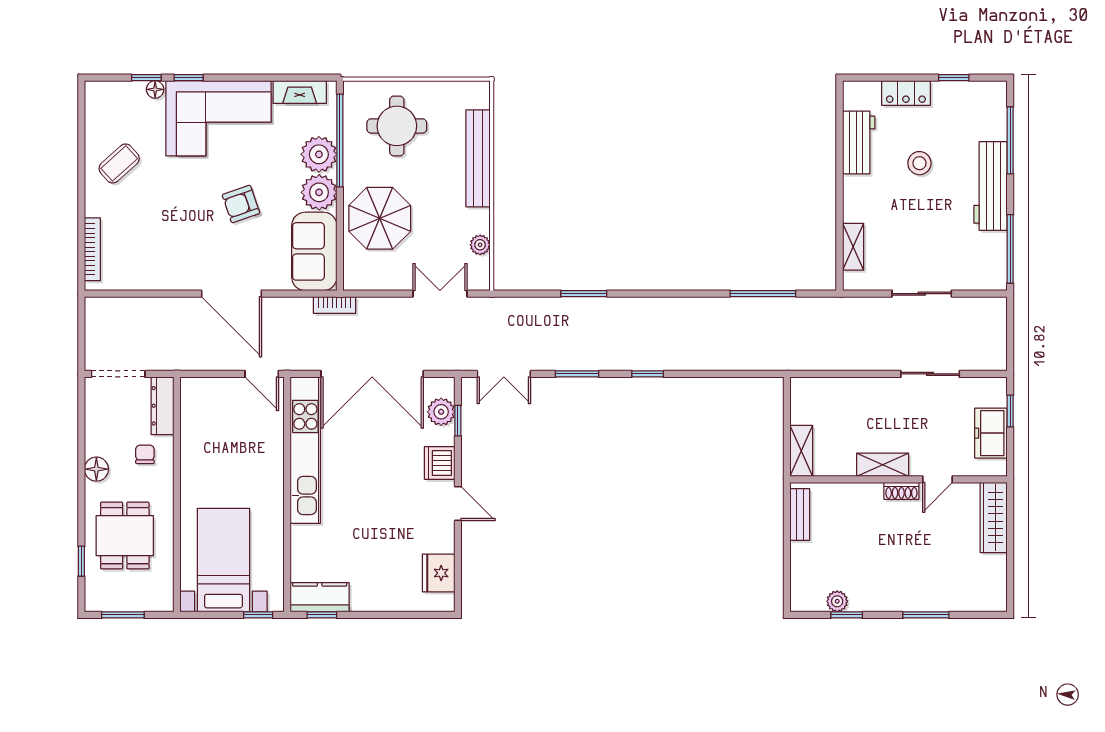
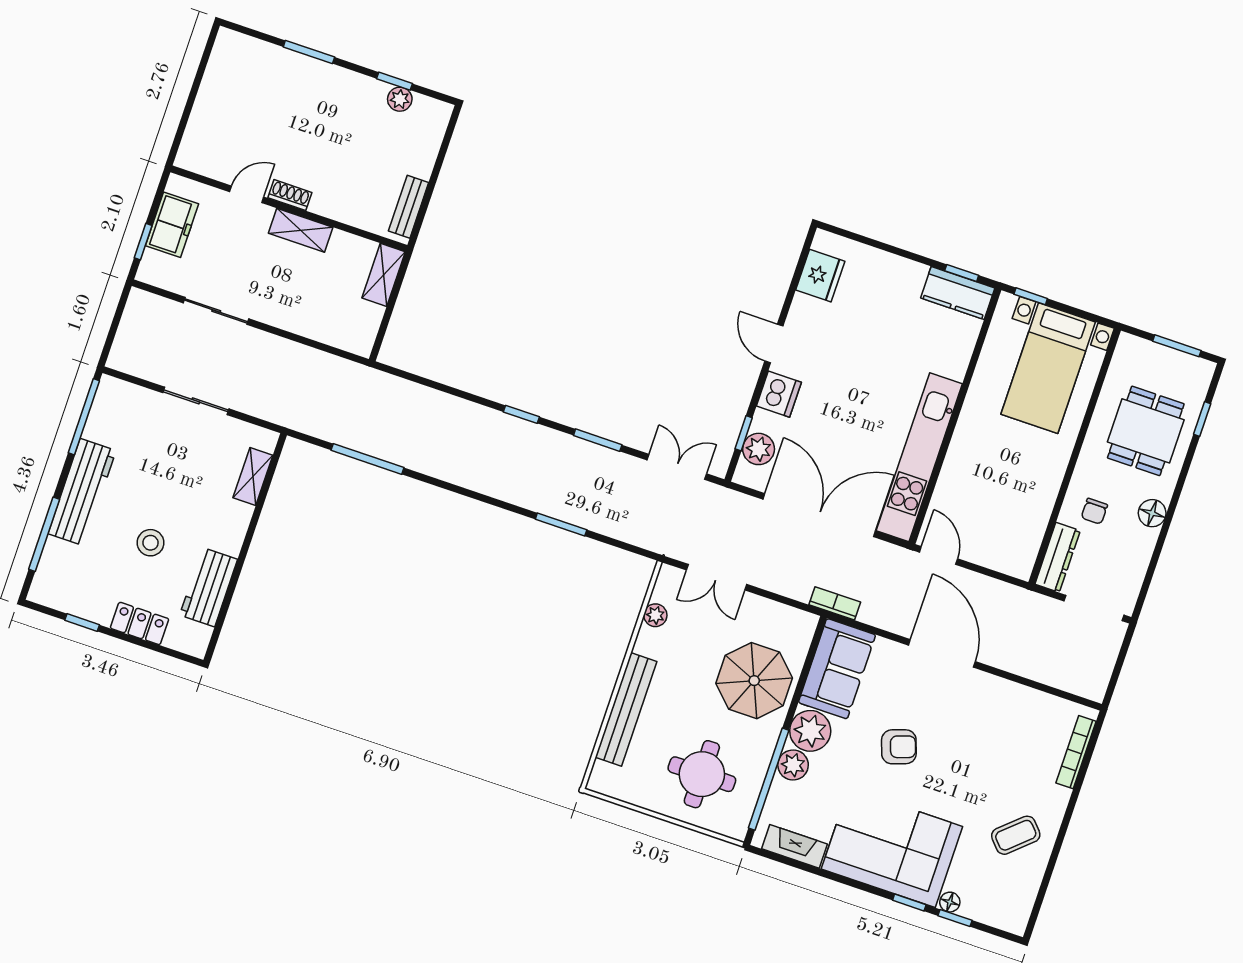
plant: (319, 154) -> (793, 765), width x0.73, depth x0.73
wardrobe: (994, 517) -> (200, 133), removed

